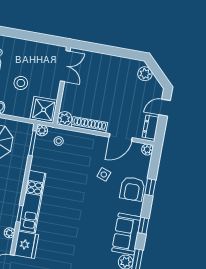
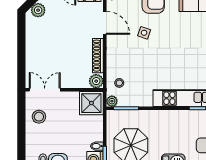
stool: (21, 83) -> (39, 117), moved

